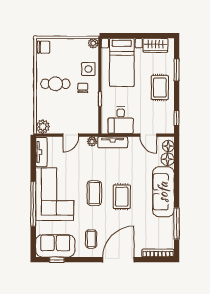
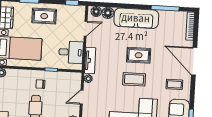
side table: (88, 69) -> (24, 78), removed
door: (71, 135) -> (82, 97), swing flipped

